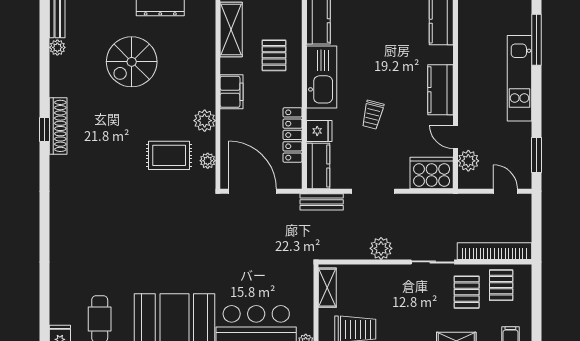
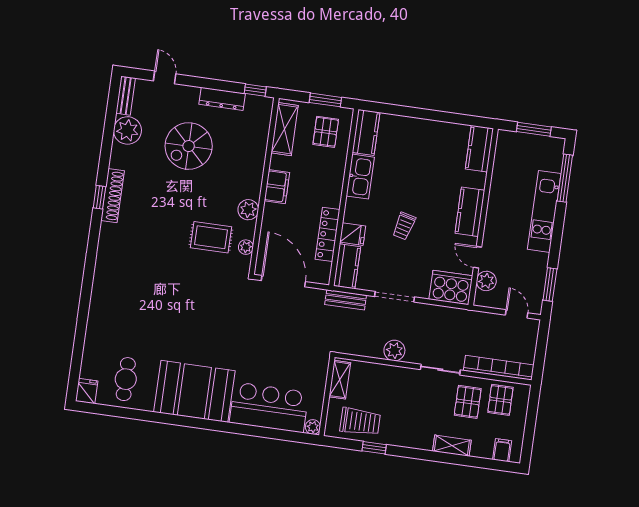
plant: (57, 47) -> (127, 130), width x1.87, depth x1.87
pallet: (274, 55) -> (326, 132), moved
kitchen sink: (322, 77) -> (360, 177), width x0.73, depth x0.81

